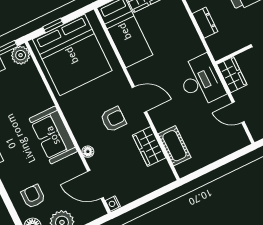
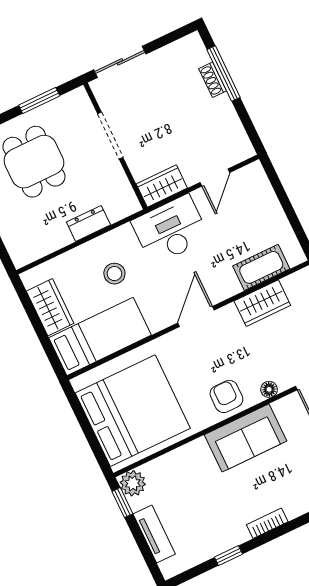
window: (53, 25) -> (91, 437), removed
stool: (170, 41) -> (114, 274), added
armchair: (113, 119) -> (226, 396), moved

